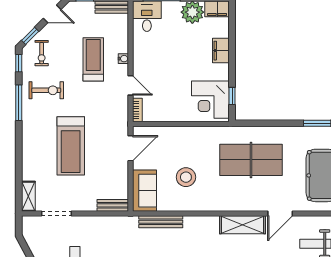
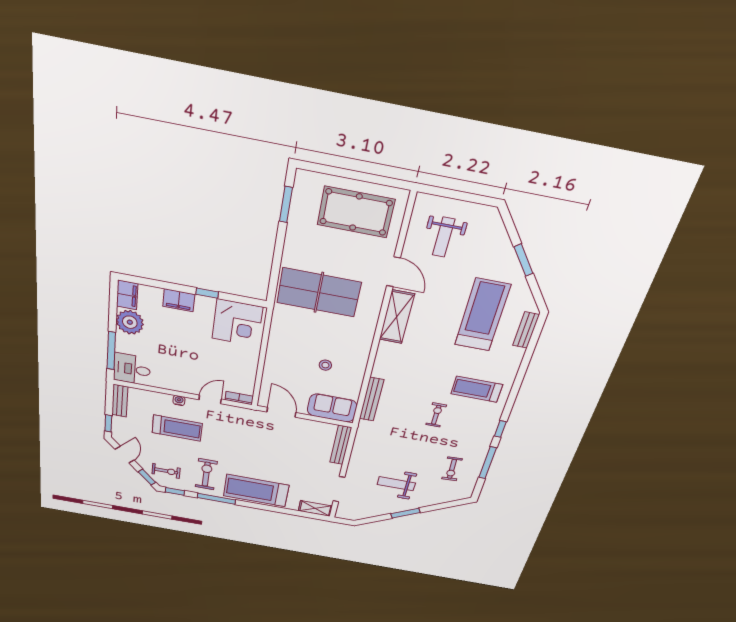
treadmill: (93, 59) -> (177, 428), turned 180
window: (232, 96) -> (207, 293), moved
treadmill: (71, 146) -> (256, 491), moved, turned 180
table tennis table: (251, 160) -> (319, 292), turned 90
stool: (186, 177) -> (325, 365), width x0.53, depth x0.53
bench: (113, 205) -> (341, 445), width x1.36

